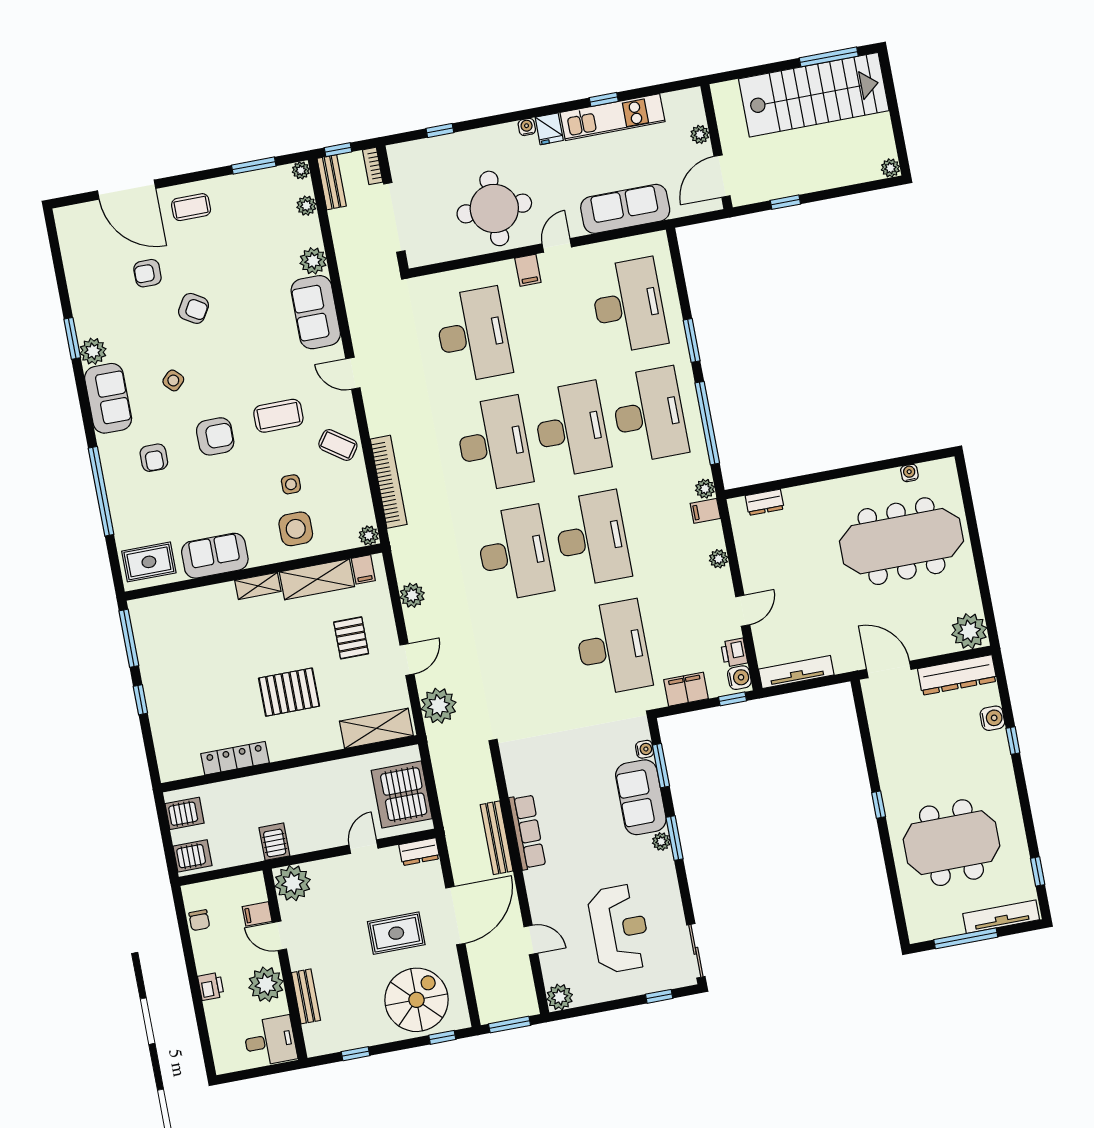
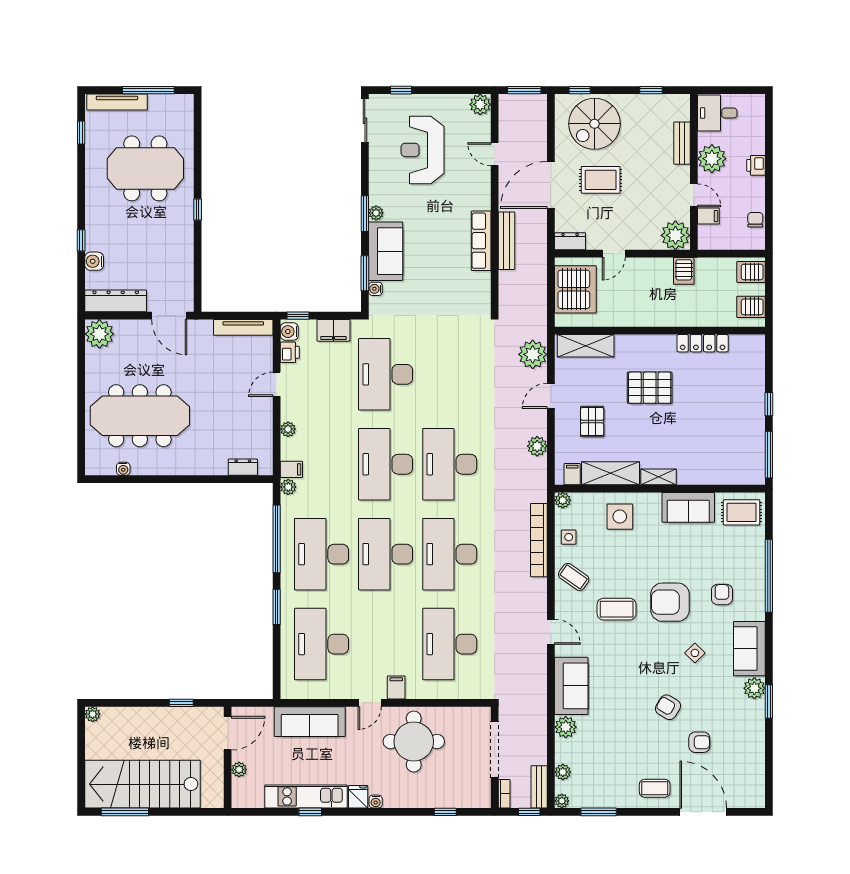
armchair: (215, 436) -> (670, 602), width x1.36, depth x1.36
side table: (291, 484) -> (569, 537), moved

